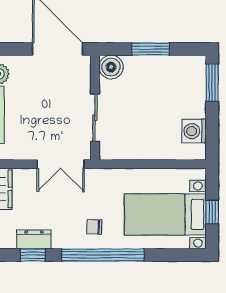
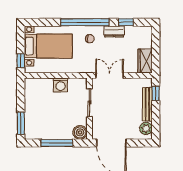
window: (151, 49) -> (57, 143), width x1.44
washing machine: (194, 131) -> (61, 85), moved, turned 90
window: (212, 212) -> (21, 61), moved
dresser: (34, 239) -> (114, 31), moved

